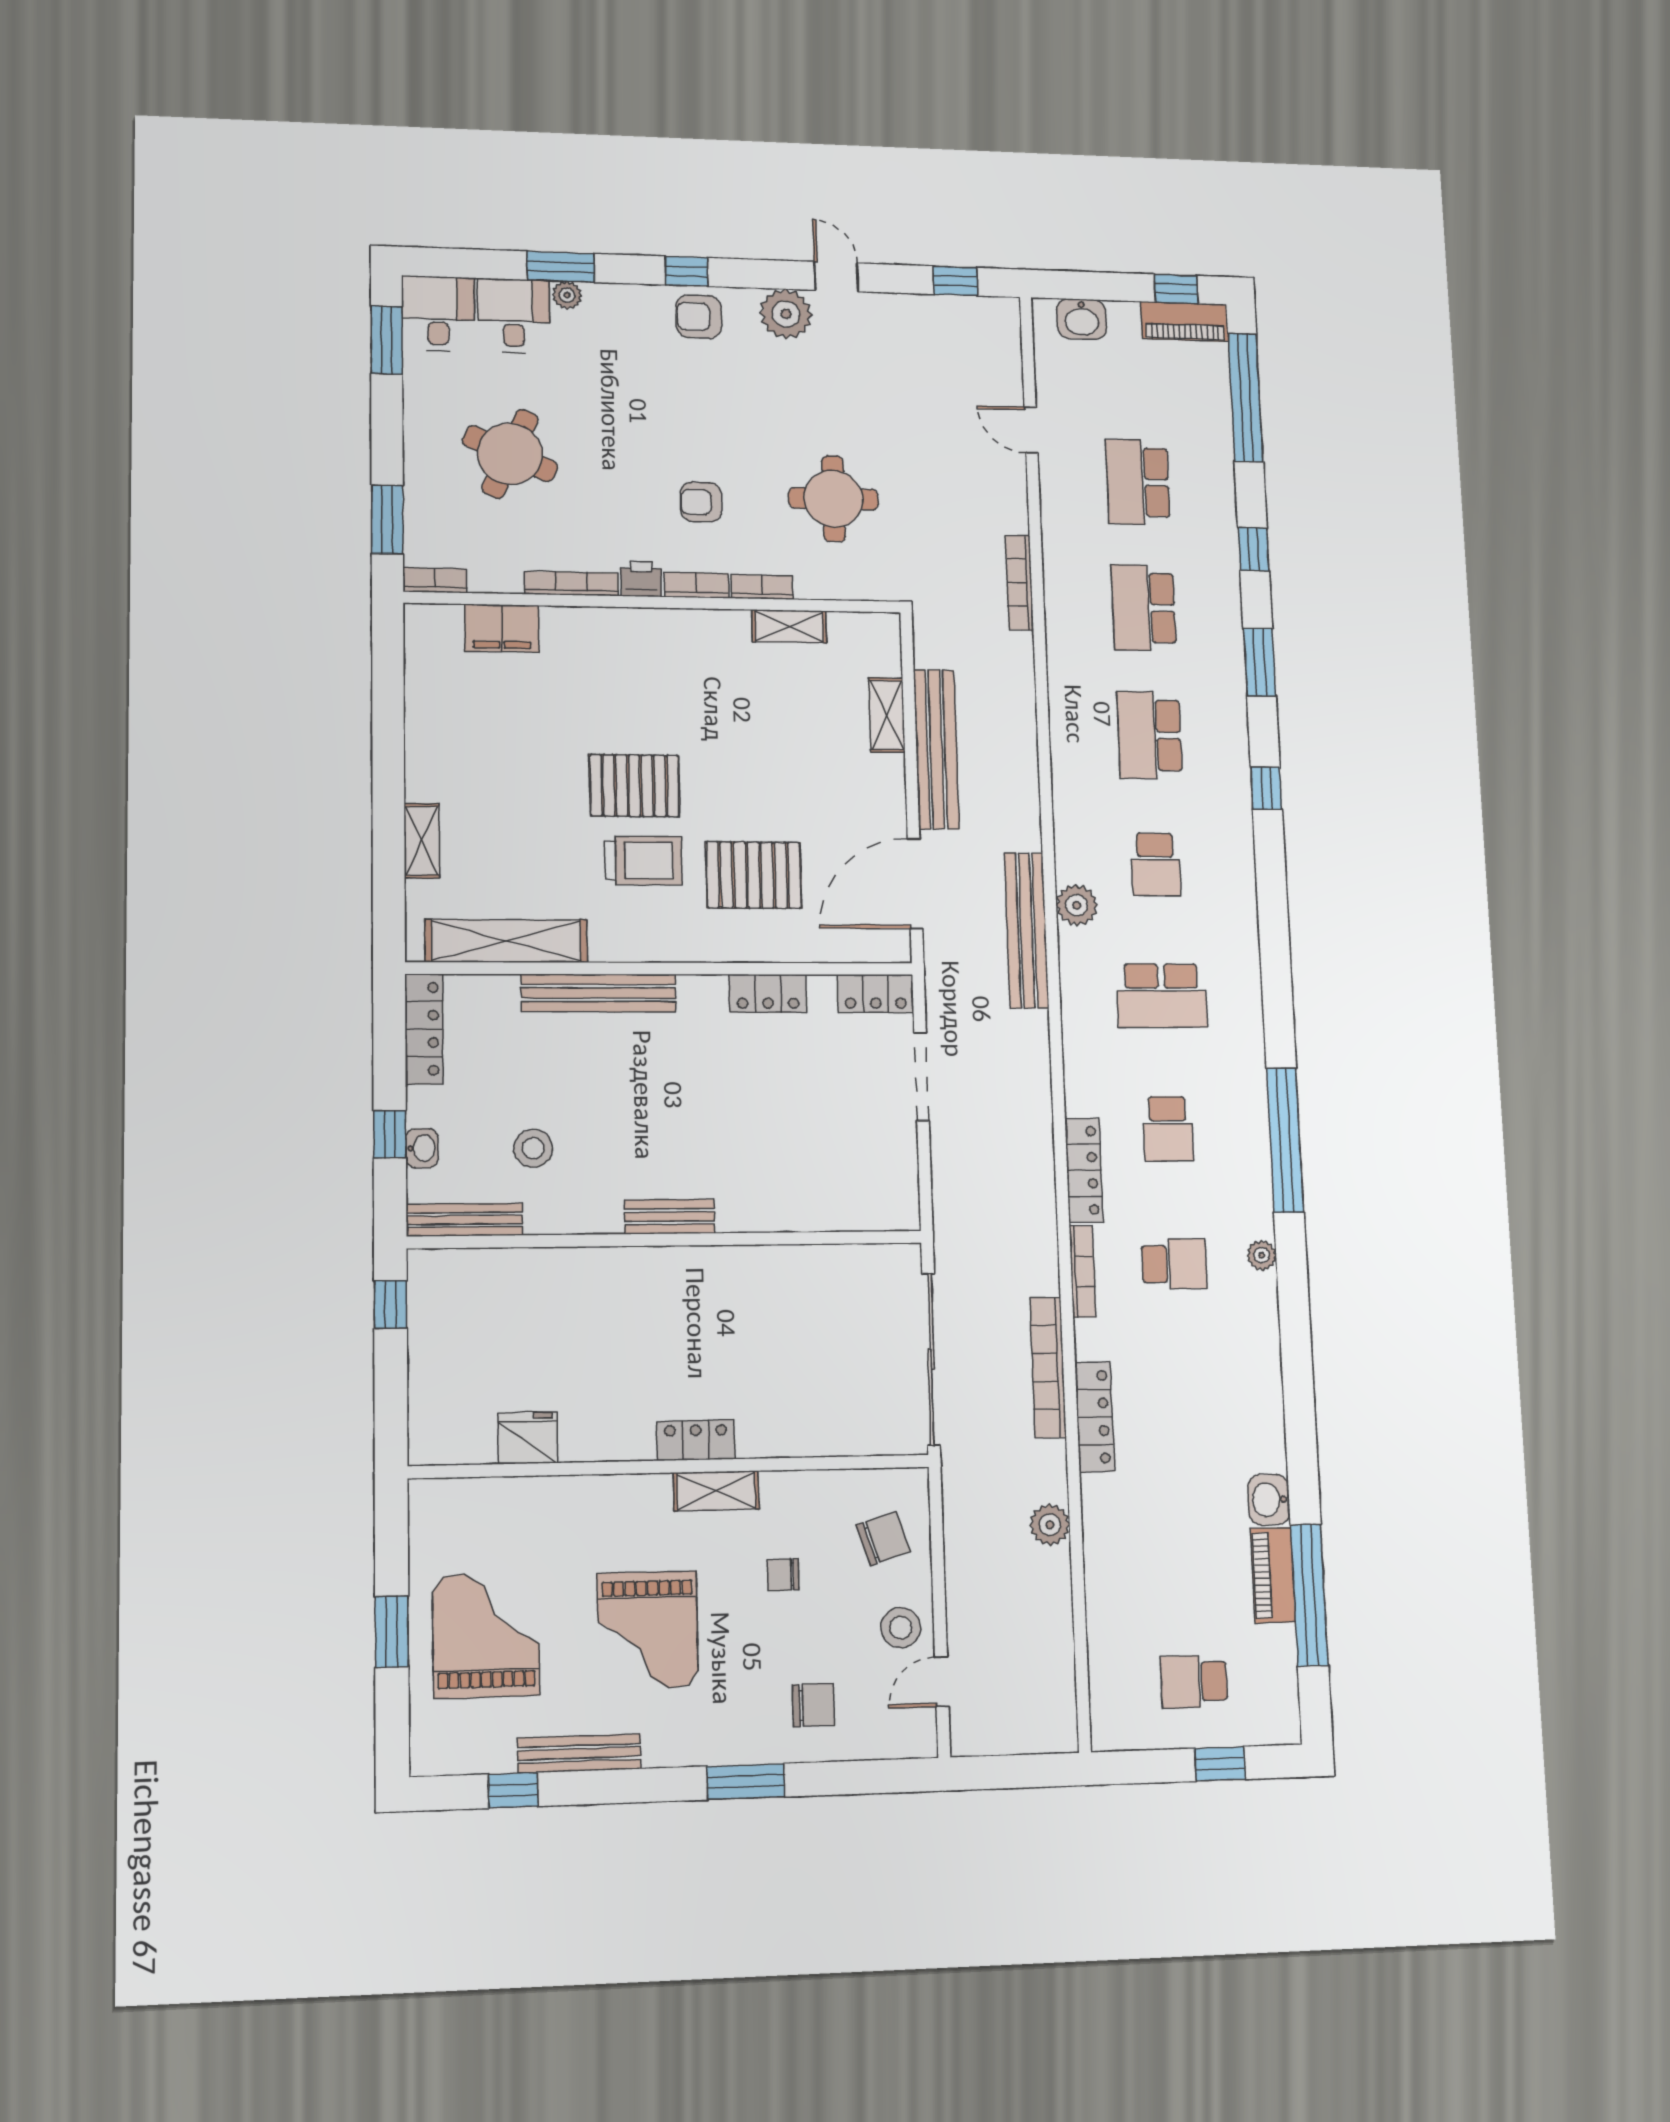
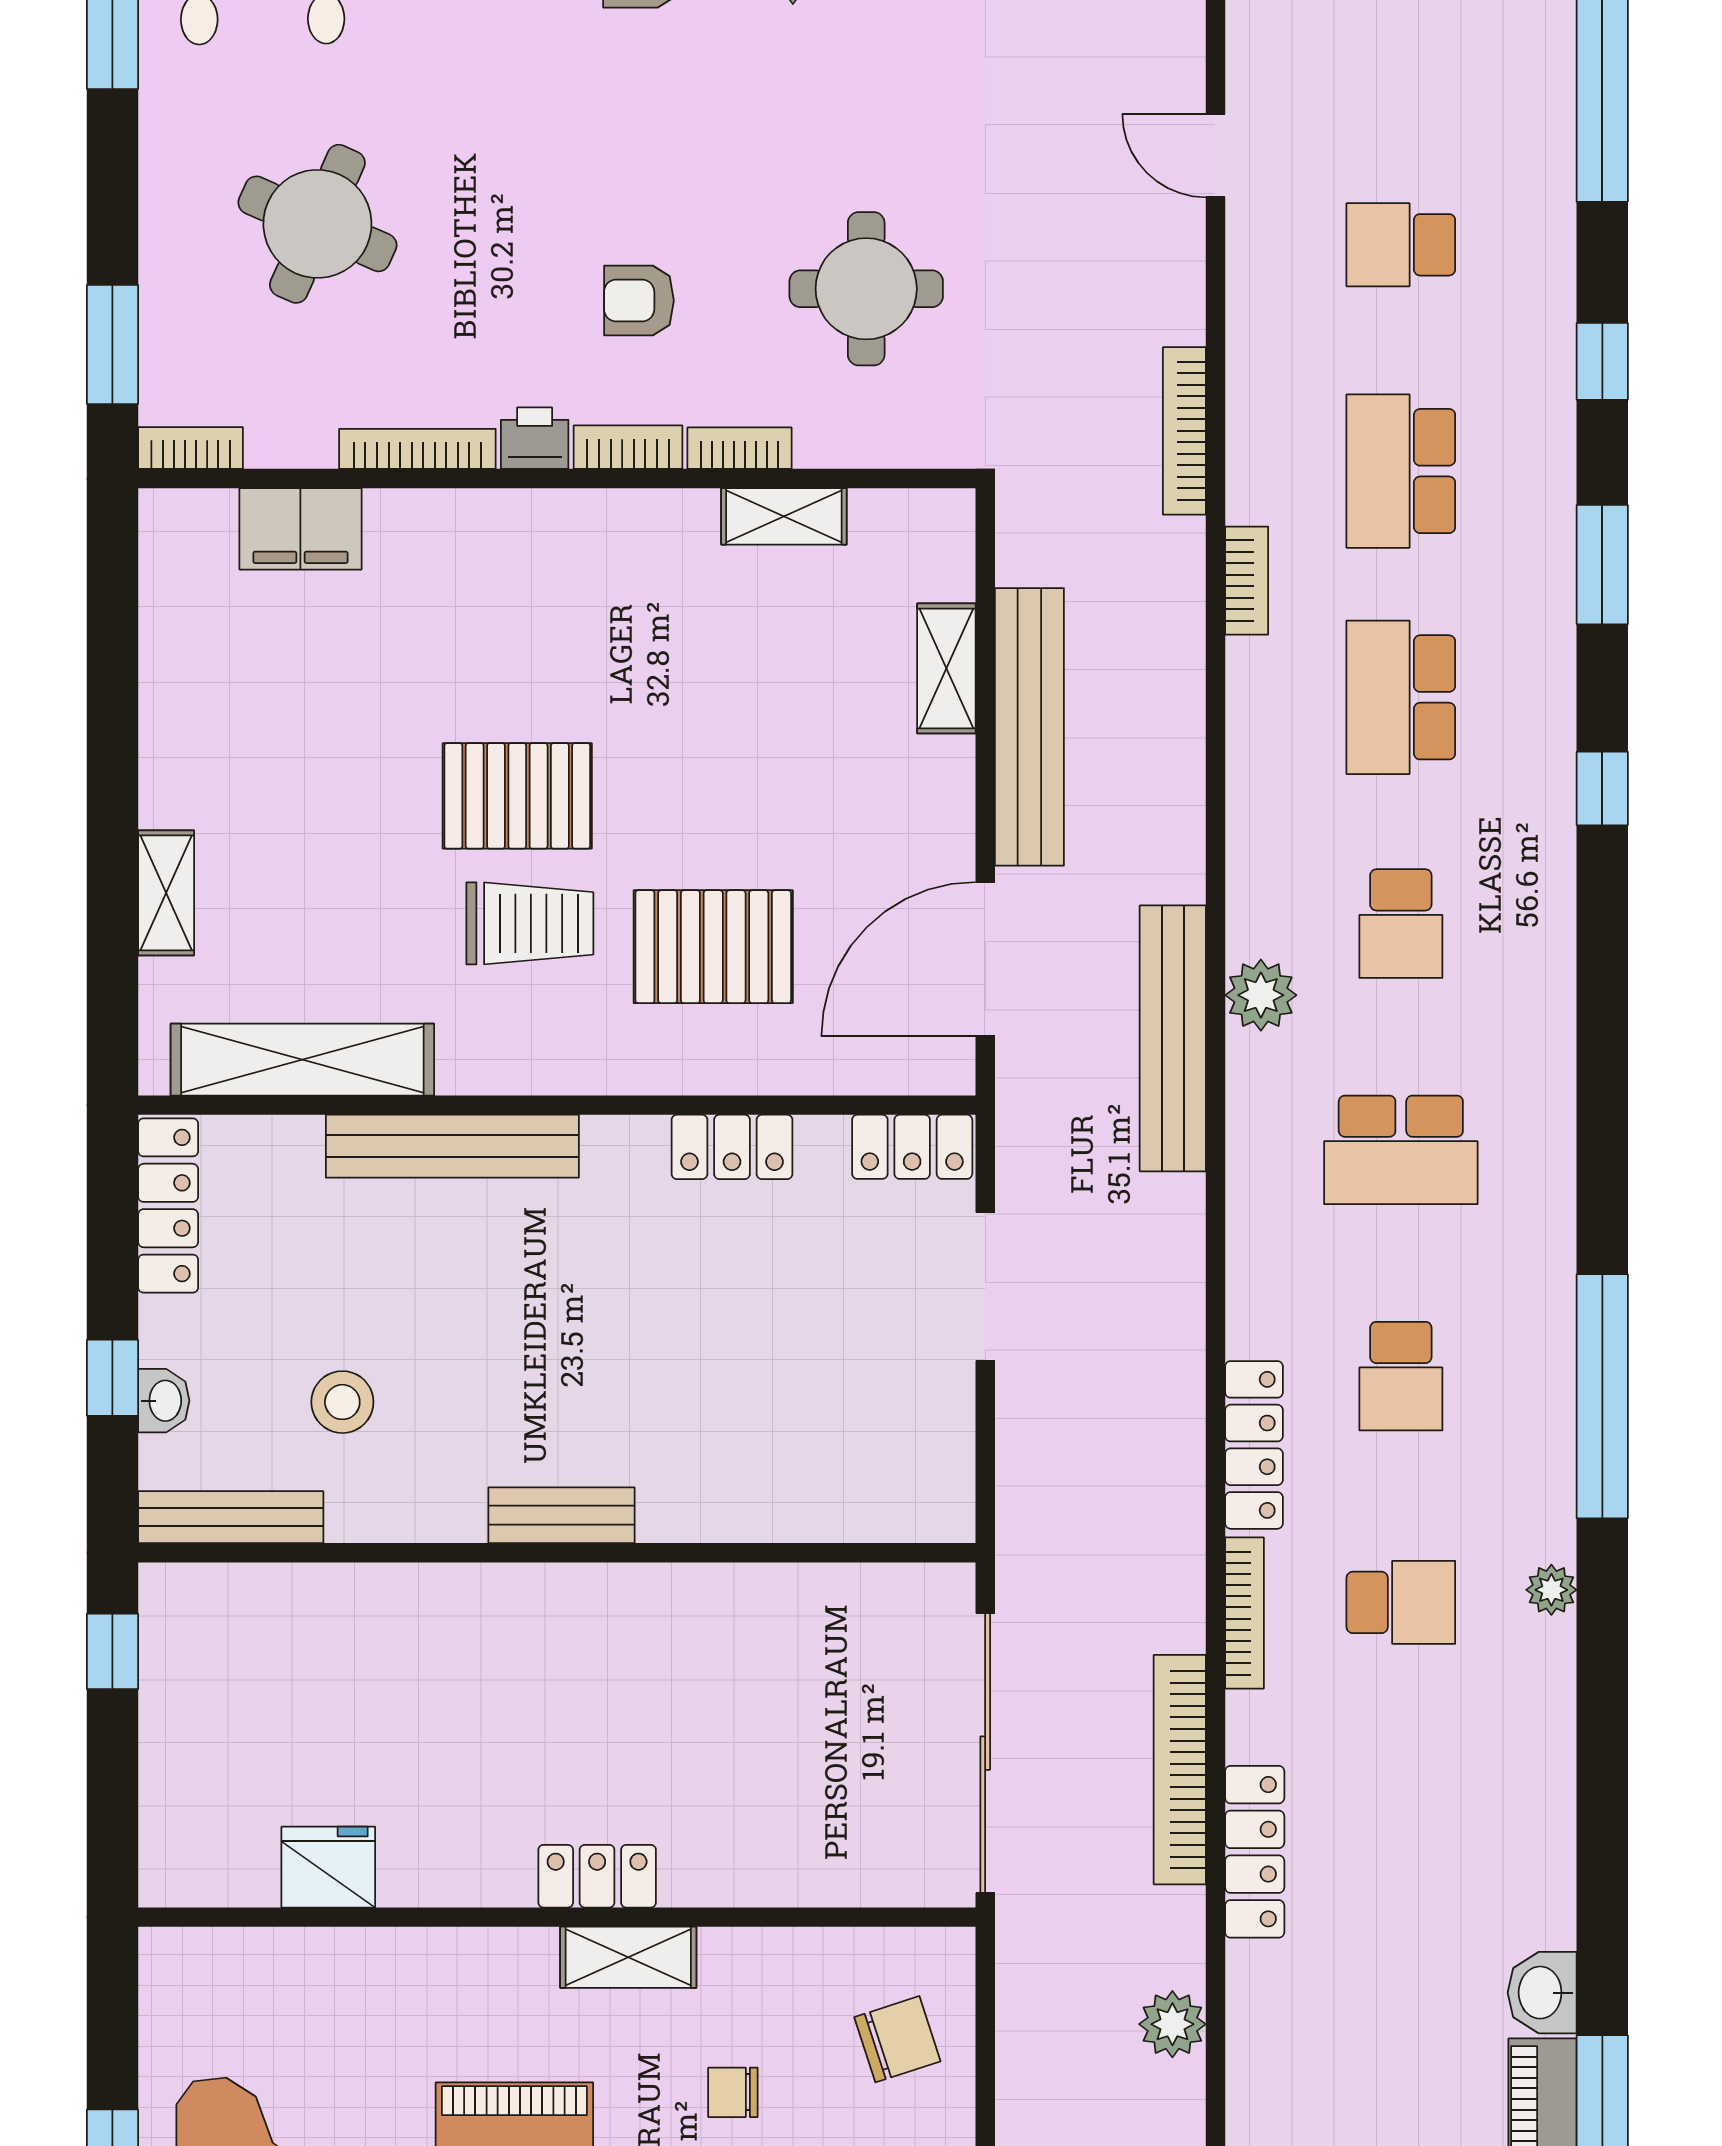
school desk: (1138, 482) -> (1401, 245), width x0.54
bookcase: (1059, 668) -> (1247, 581), added

